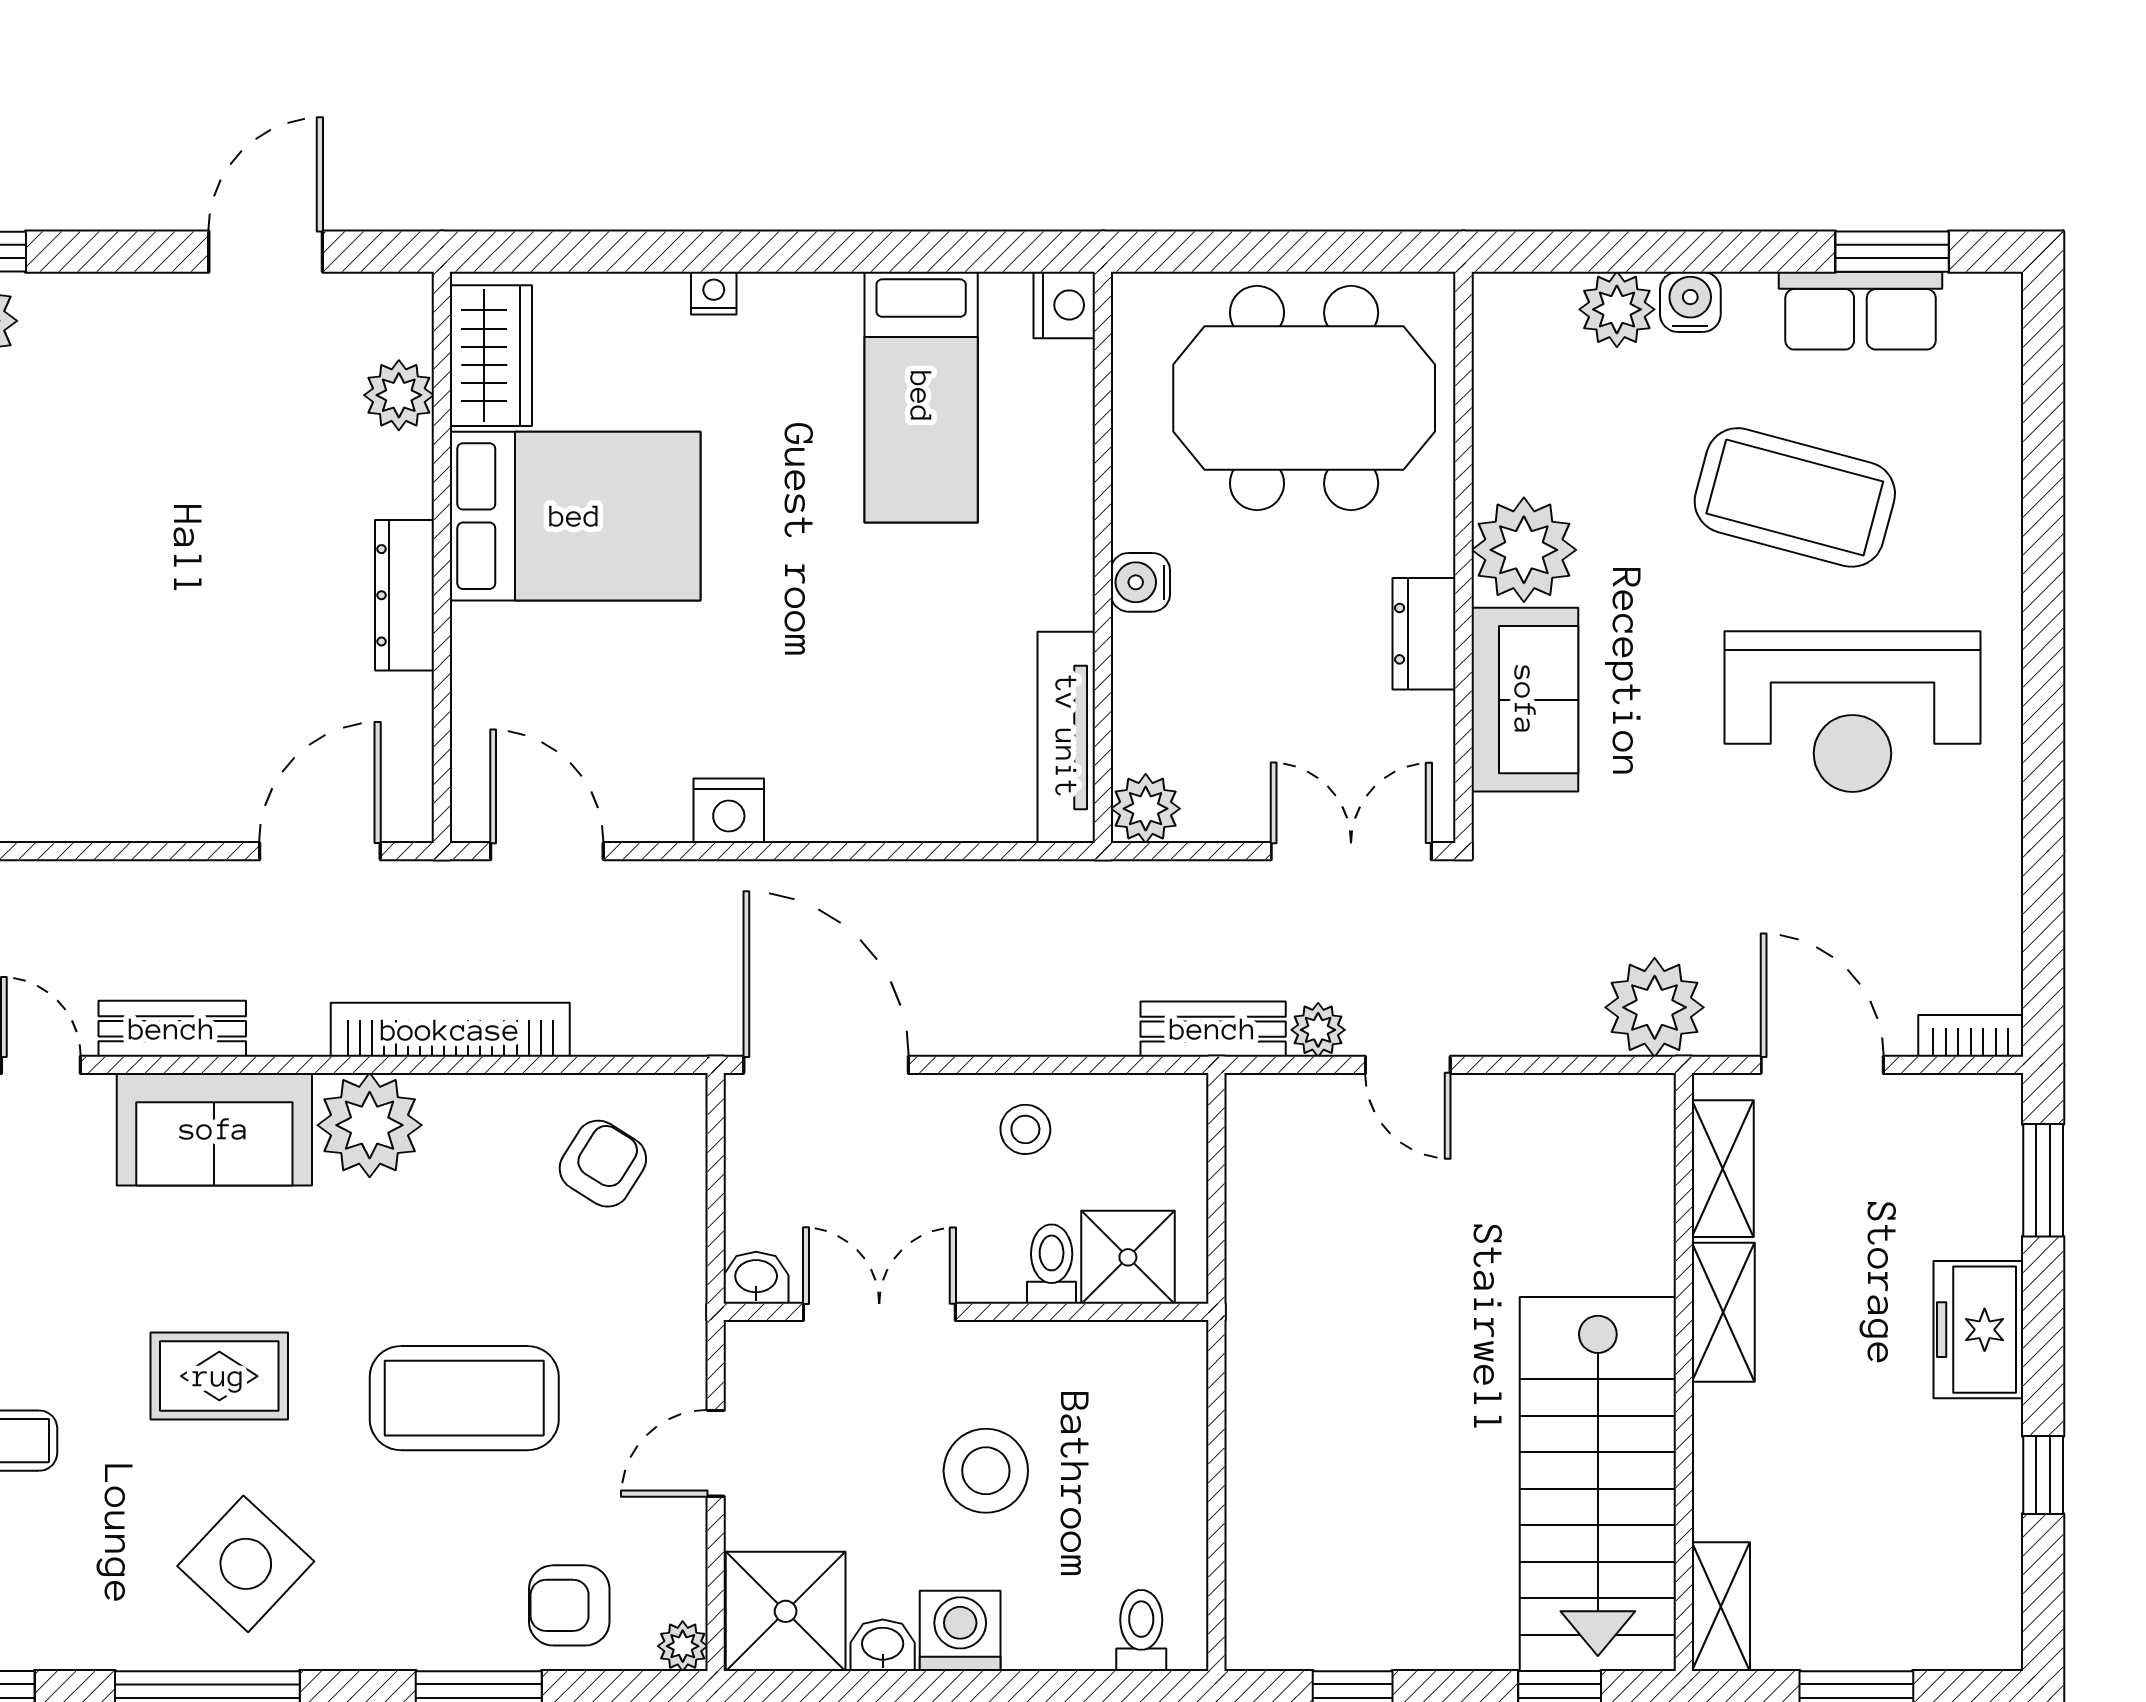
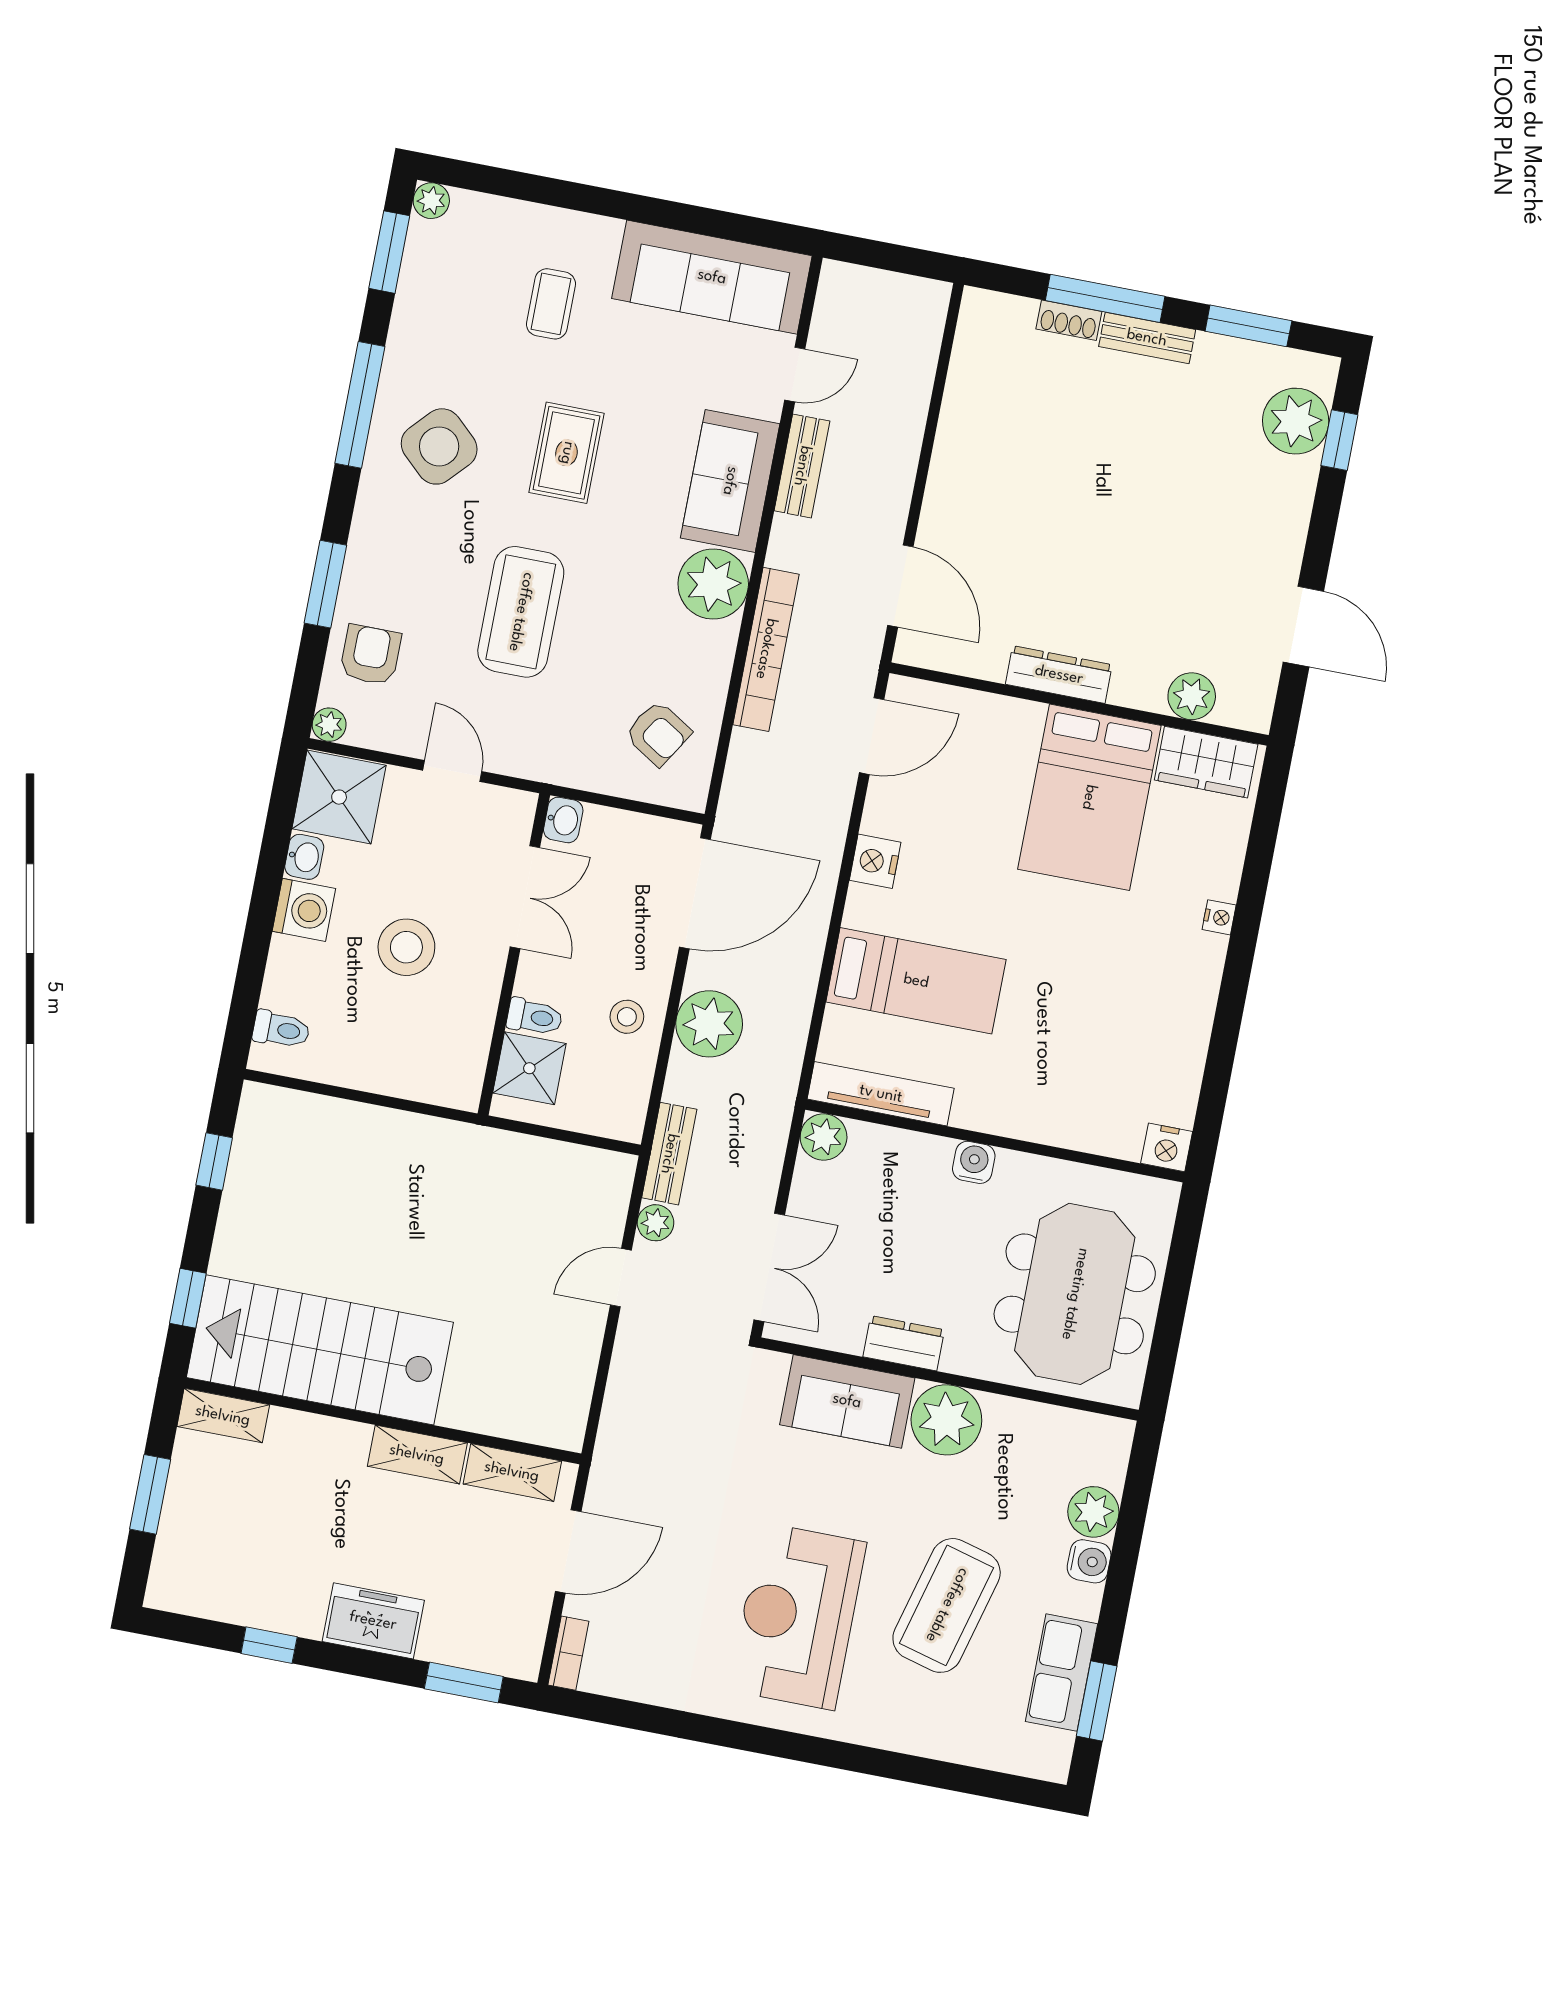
bed: (921, 397) -> (916, 981), moved, turned 180
plant: (1655, 1007) -> (709, 1024), moved

